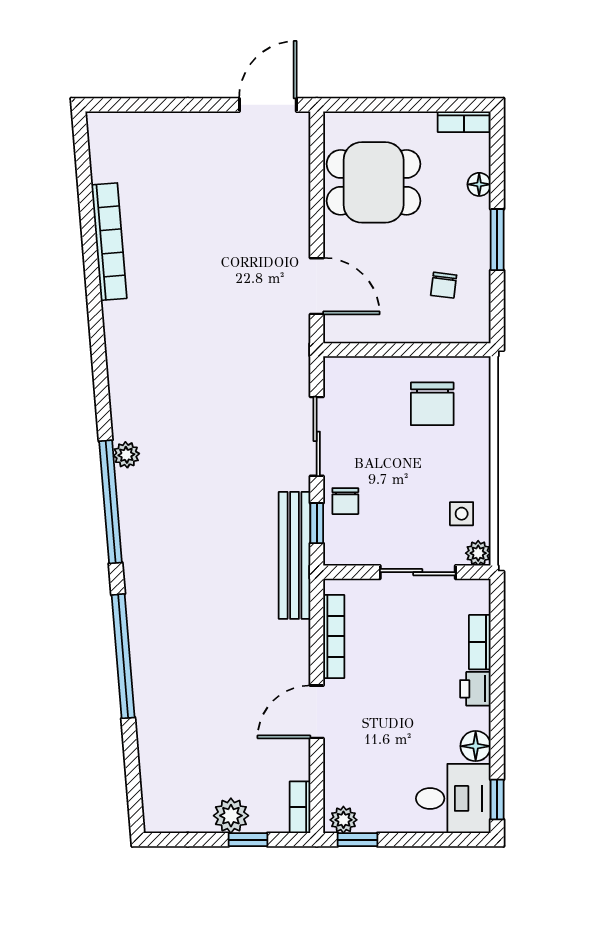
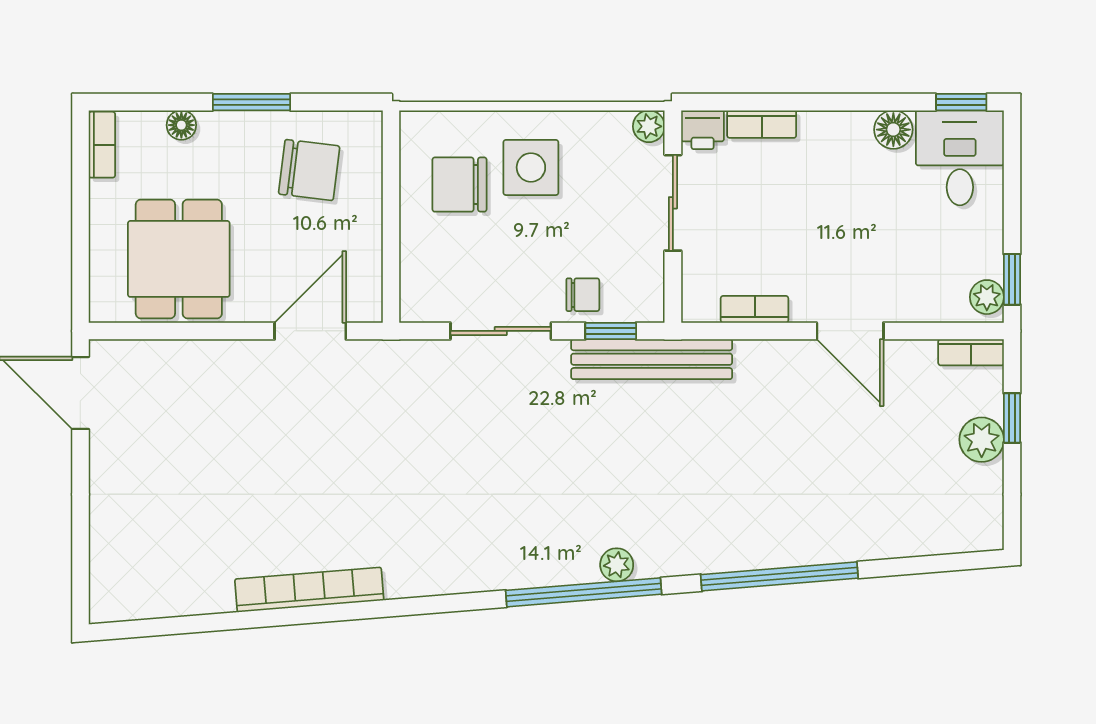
bookcase: (109, 242) -> (309, 590), moved
chair: (444, 285) -> (309, 170), width x1.87, depth x1.87
chair: (432, 404) -> (459, 185), turned 180
plant: (126, 455) -> (617, 565), moved
side table: (462, 514) -> (531, 167), moved, width x1.87, depth x1.87
bookcase: (334, 636) -> (755, 309), width x0.64
printer: (475, 689) -> (703, 130), moved

